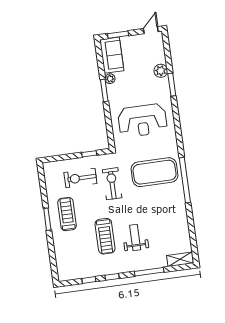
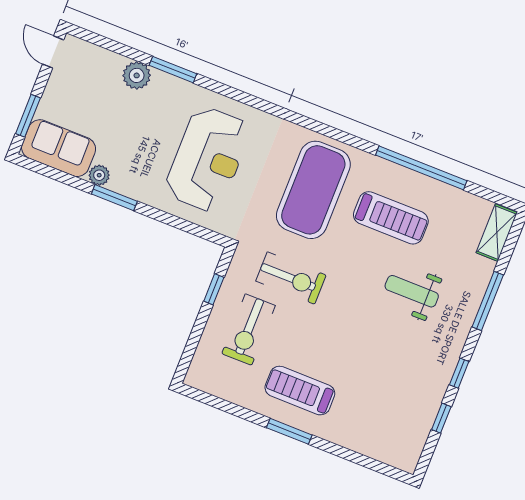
window: (185, 180) -> (421, 168), moved
exercise bike: (112, 184) -> (291, 278), turned 180
treadmill: (105, 236) -> (391, 218), moved

